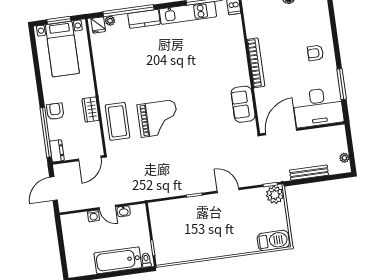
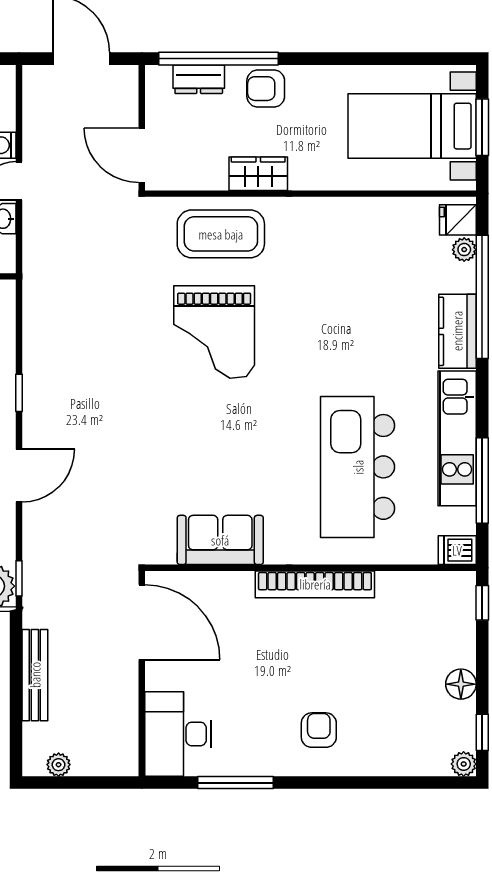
kitchen island: (205, 52) -> (358, 467), added
desk: (318, 107) -> (178, 734), width x0.73, depth x0.77
armchair: (55, 111) -> (266, 89), turned 180
dresser: (57, 151) -> (199, 79), moved

